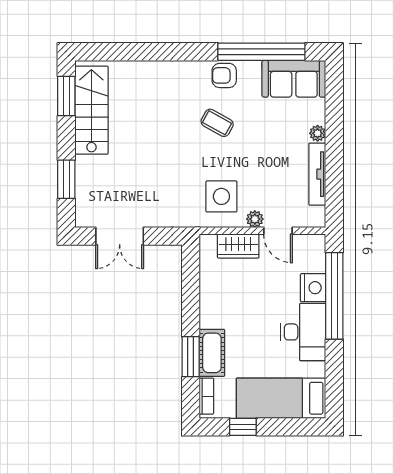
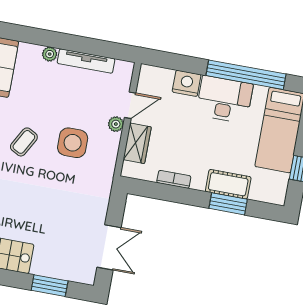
side table: (221, 196) -> (73, 143), moved
window: (334, 296) -> (246, 75), moved
bookcase: (206, 396) -> (174, 179), moved

